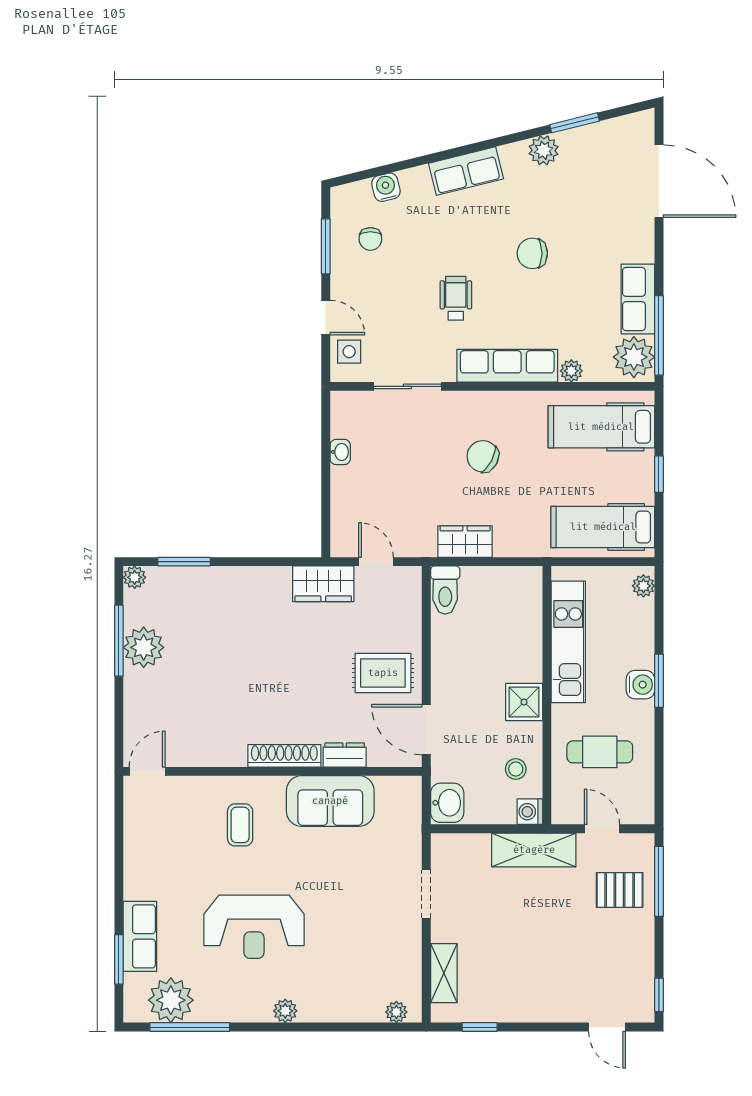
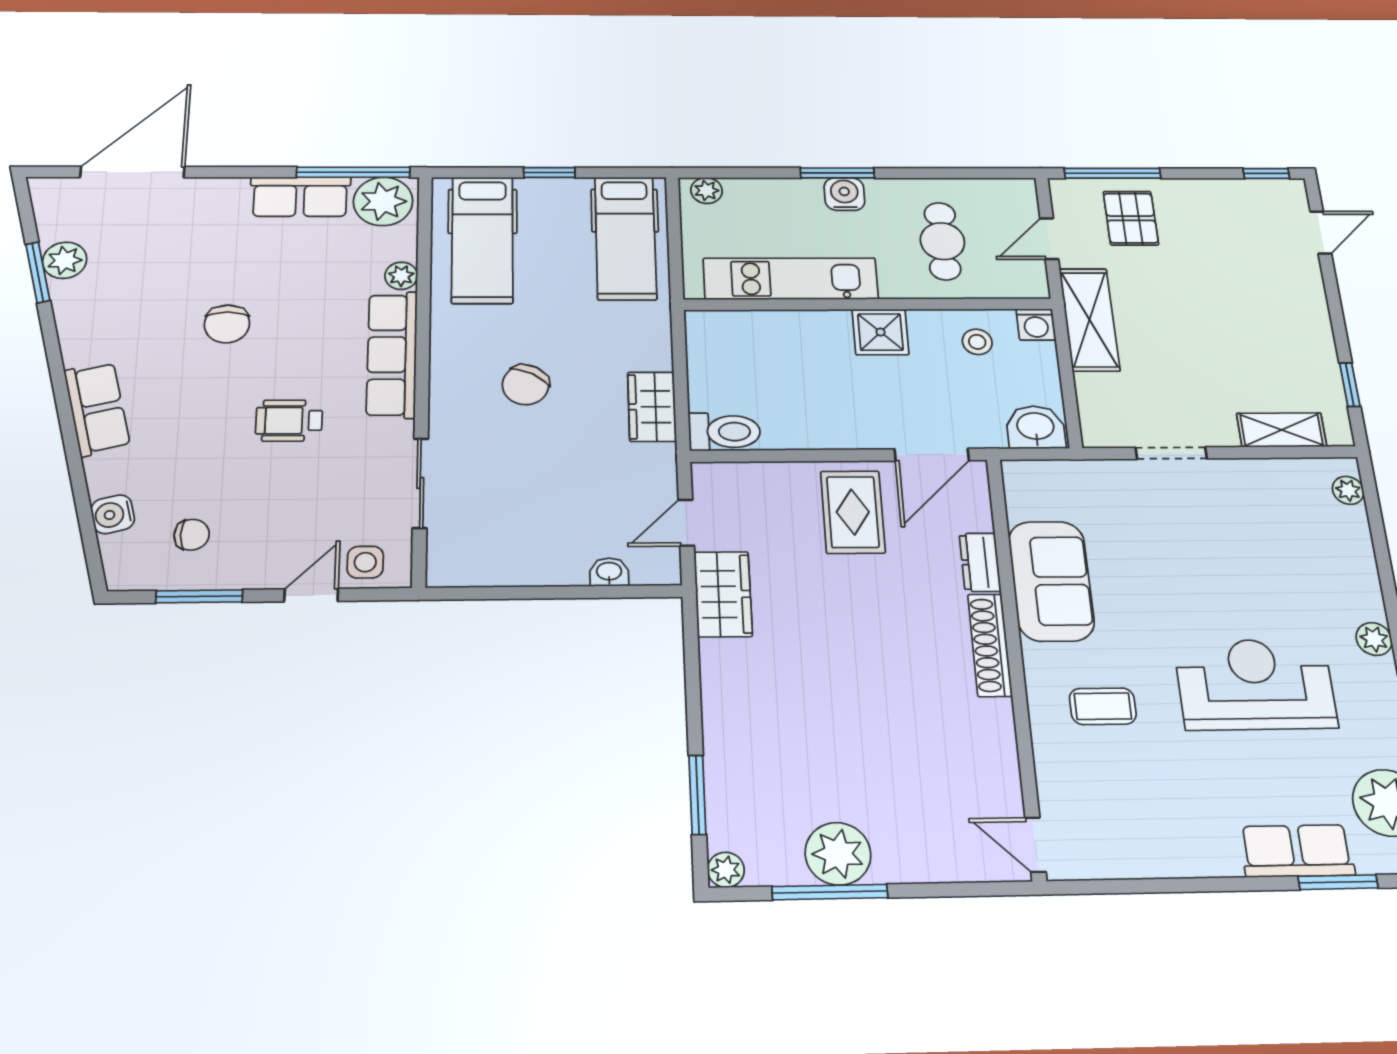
plant: (544, 150) -> (65, 260), moved
washbasin: (340, 452) -> (609, 572), moved
reception desk: (254, 927) -> (1255, 684), turned -90

